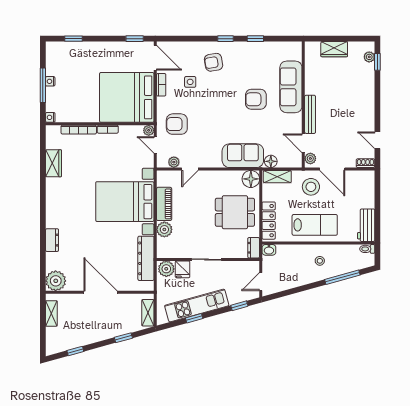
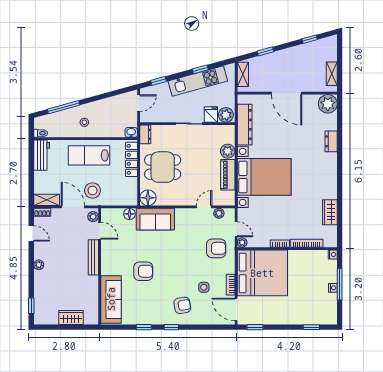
plant: (369, 57) -> (39, 265), moved
sofa: (291, 87) -> (111, 299), moved
shelving: (277, 177) -> (47, 200), moved

